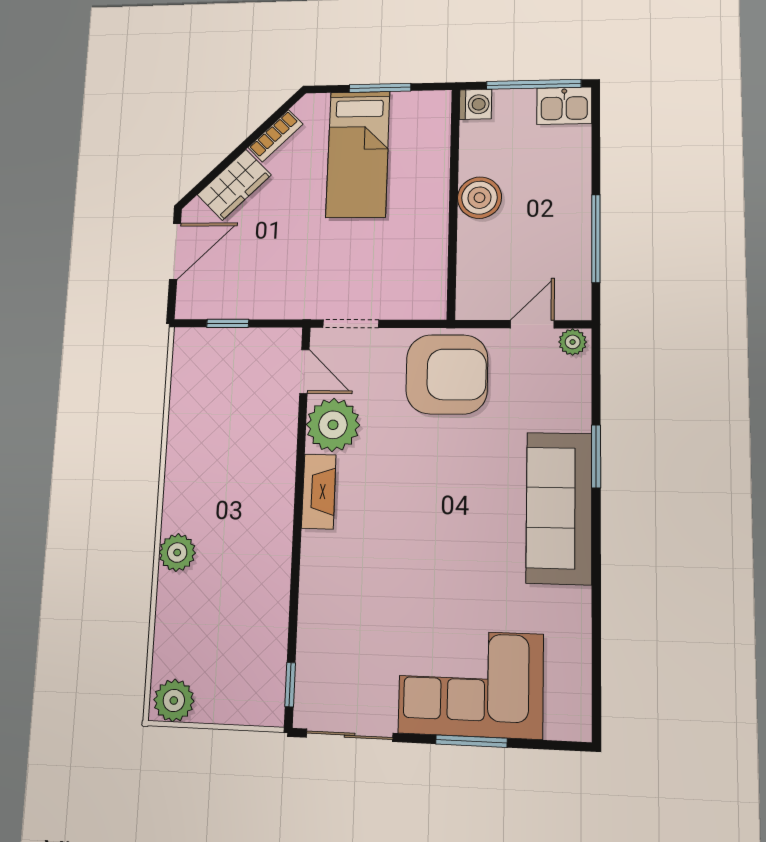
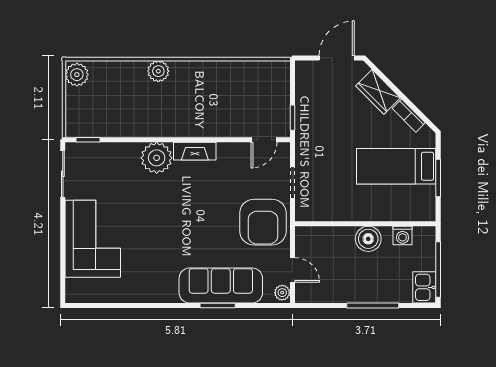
washing machine: (475, 104) -> (403, 235), moved
window: (596, 238) -> (373, 306), moved
door: (175, 251) -> (337, 58), swing flipped
window: (228, 323) -> (292, 118), moved
doorway: (351, 324) -> (292, 182), moved
plant: (333, 425) -> (157, 158), moved
sofa: (559, 508) -> (221, 285), moved
window: (471, 741) -> (63, 240), removed

